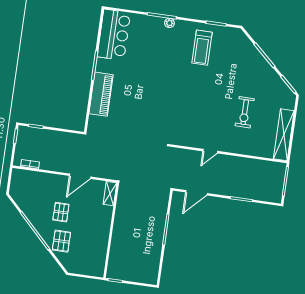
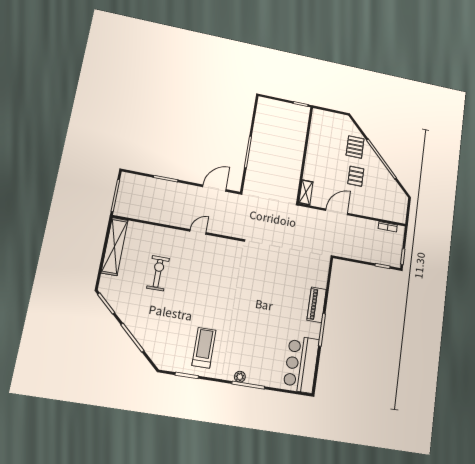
piano: (101, 94) -> (317, 305), width x0.73, depth x0.75

